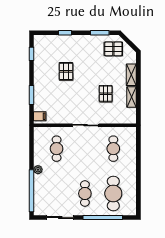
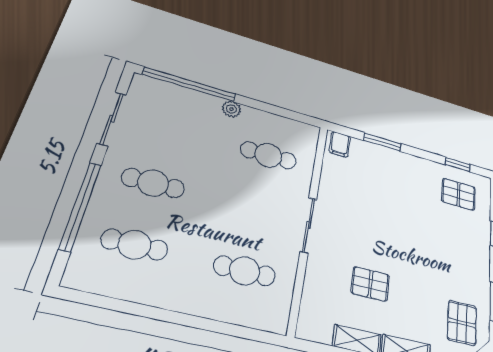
pallet: (66, 71) -> (459, 194), moved
cafe table: (113, 193) -> (135, 245), width x0.73, depth x0.74

